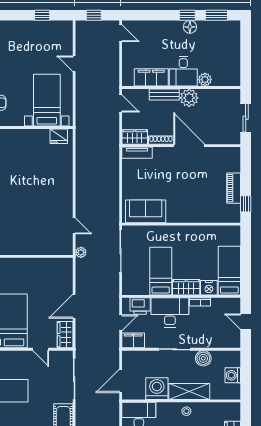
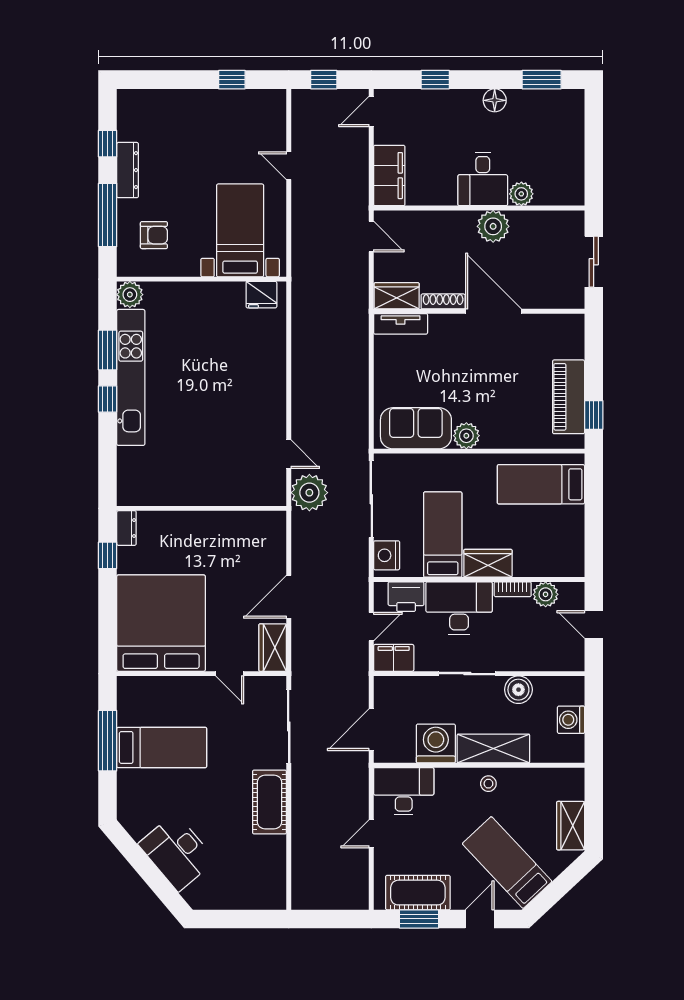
window: (187, 15) -> (435, 80), moved
door: (121, 33) -> (371, 111), swing flipped
filing cabinet: (151, 77) -> (389, 176), moved, turned 90
bench: (164, 94) -> (449, 220), removed
piano: (234, 188) -> (569, 397), width x1.37, depth x1.33
plant: (174, 216) -> (466, 436), added
plant: (81, 252) -> (309, 493), width x1.88, depth x1.88
bed: (229, 271) -> (541, 484), moved, turned -90
nightstand: (209, 288) -> (387, 555), moved, turned 90
plant: (219, 305) -> (546, 594), added

